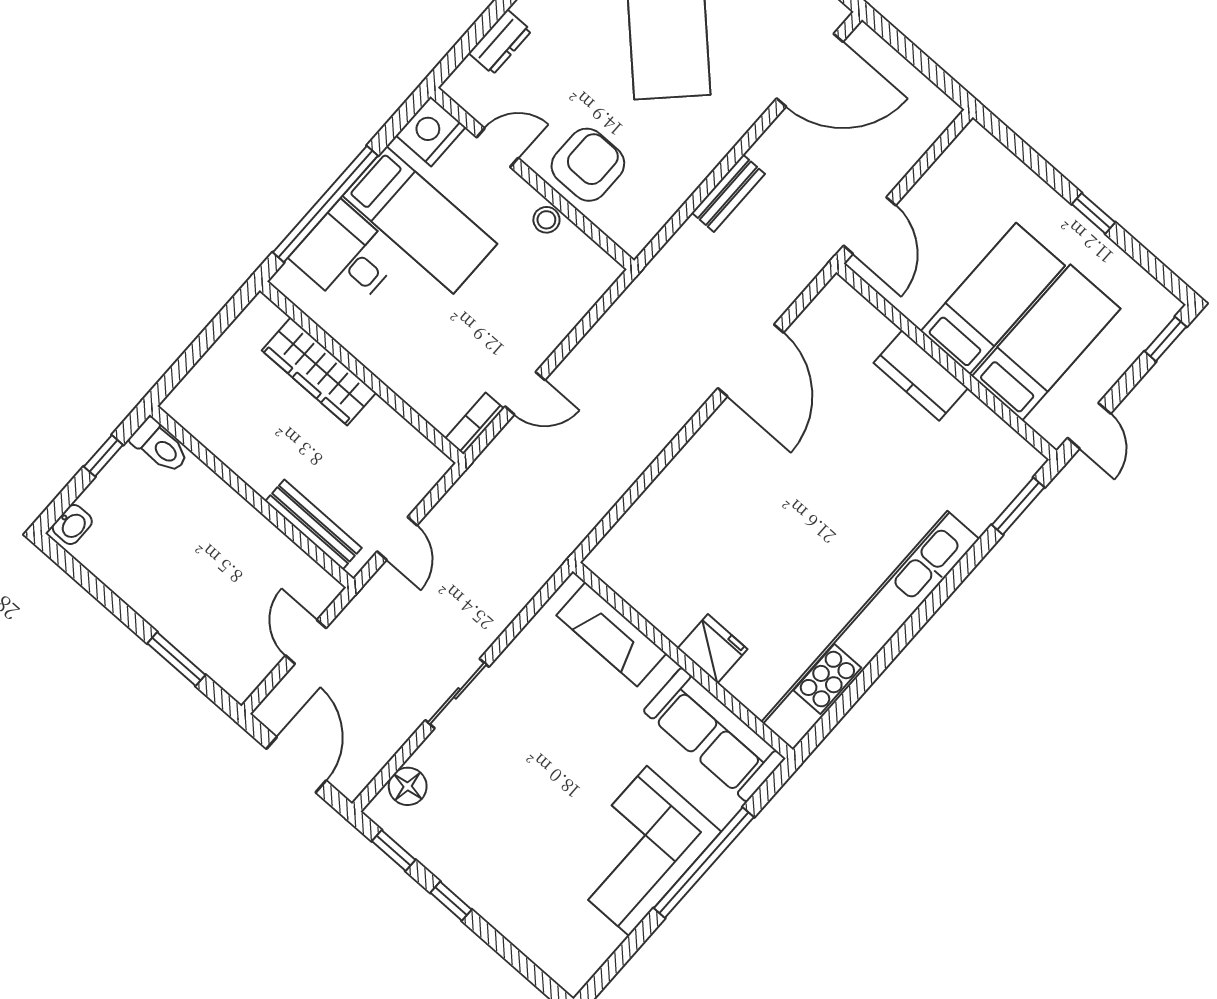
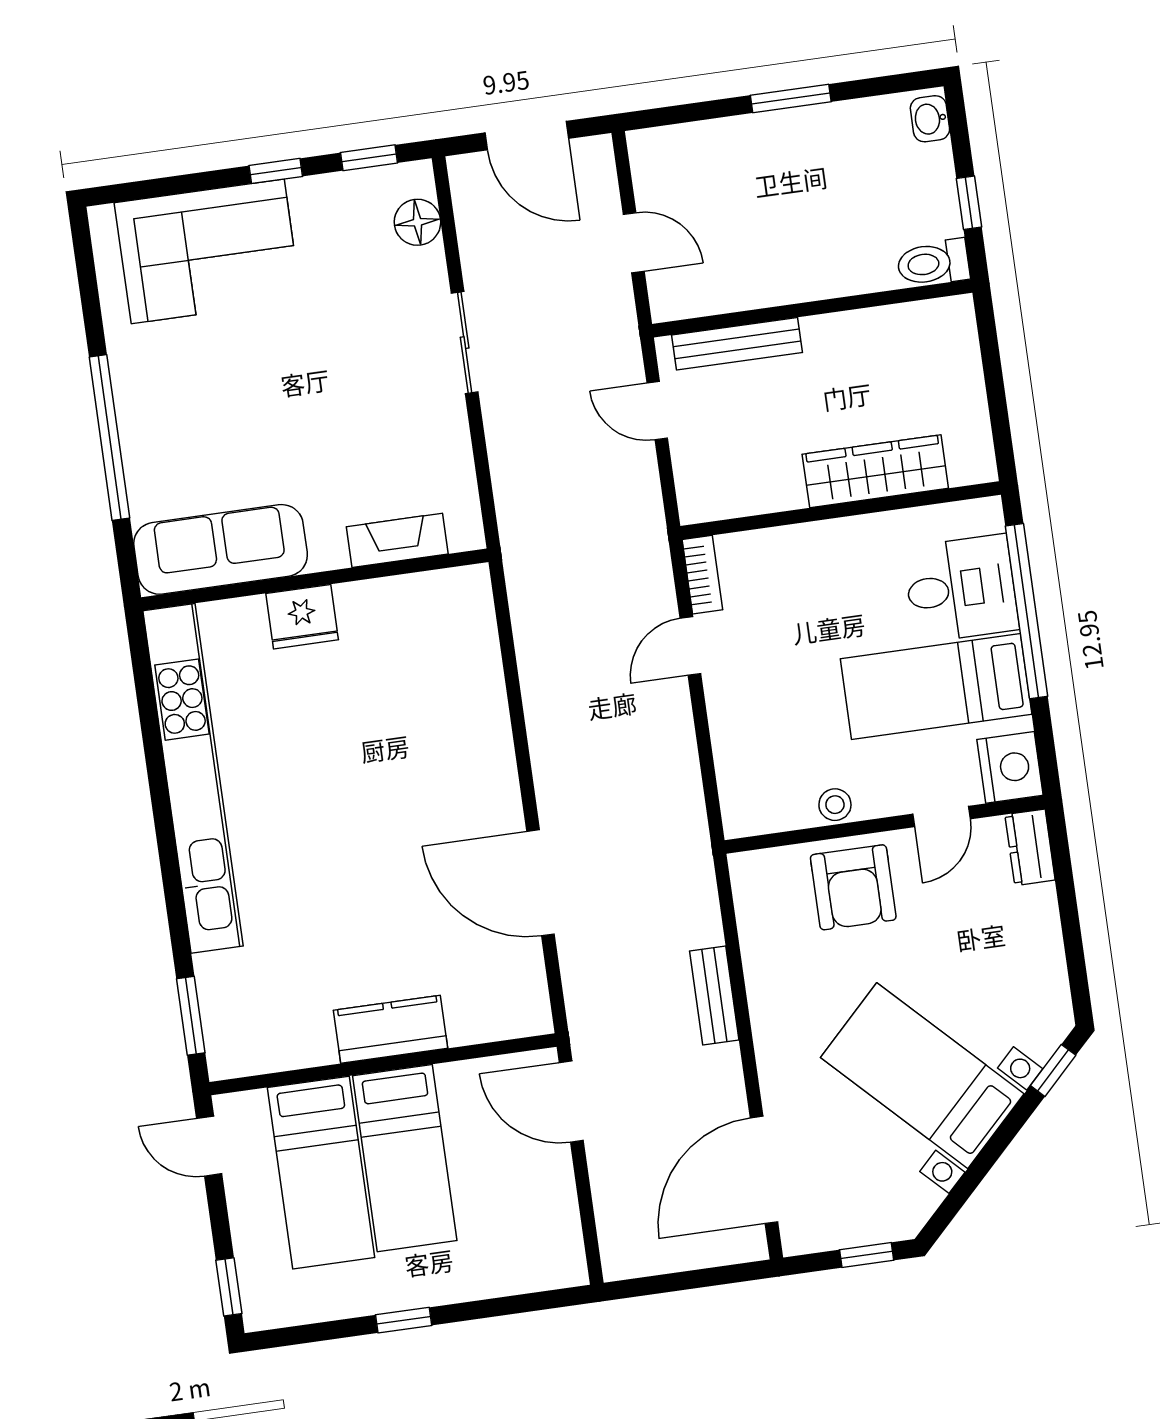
dresser: (500, 42) -> (1030, 847), moved
fireplace: (611, 634) -> (397, 540), width x0.73, depth x0.76
window: (176, 659) -> (791, 99), moved
corner sofa: (638, 851) -> (208, 251), moved, turned 90

